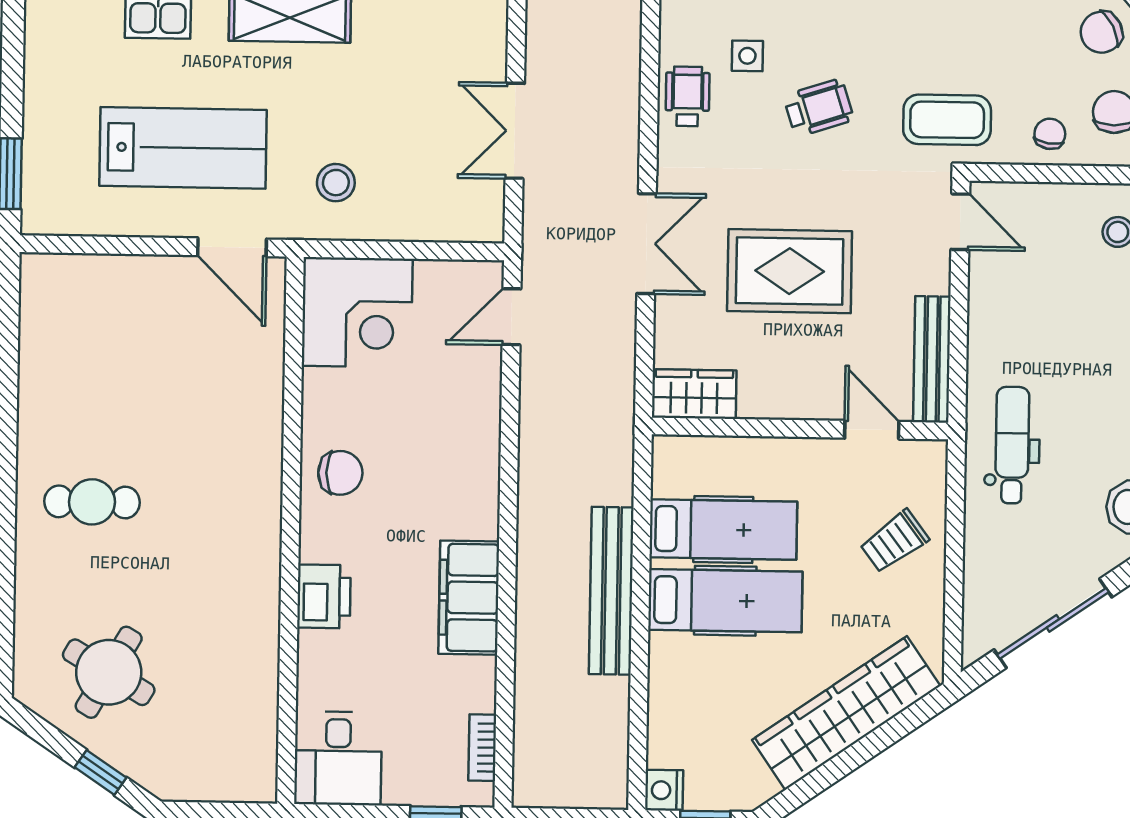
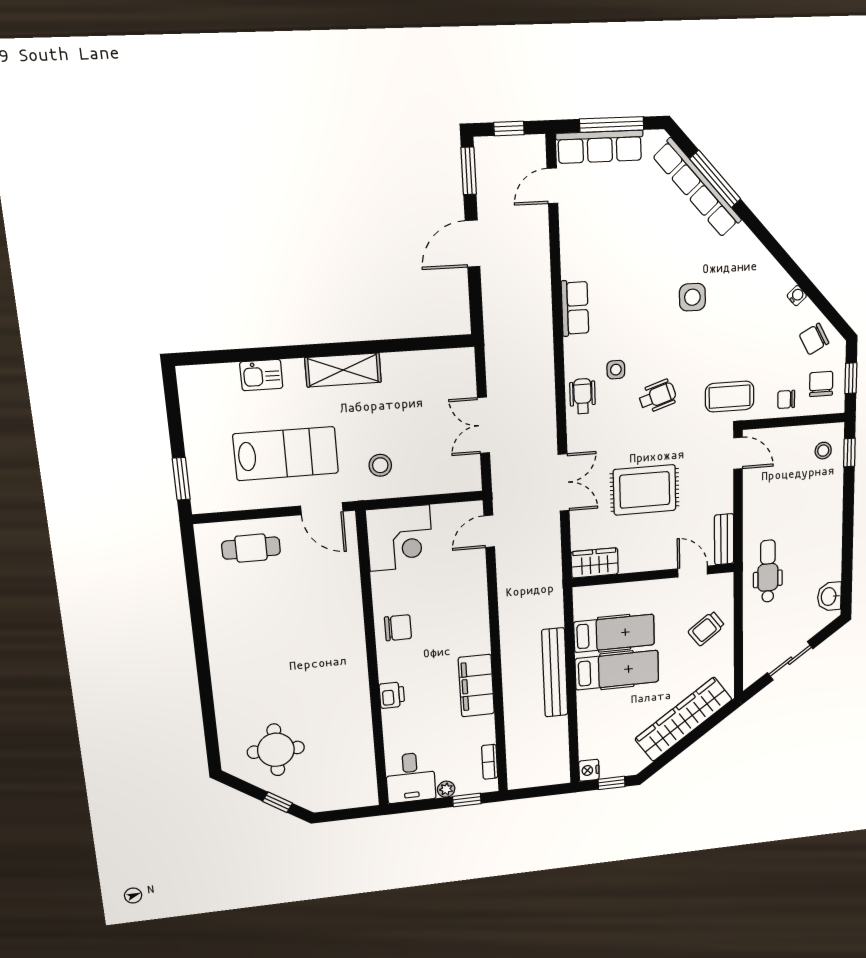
chair: (1050, 134) -> (786, 399), turned -99
bench: (932, 359) -> (724, 539), width x0.73
cafe table: (92, 502) -> (251, 548), moved
printer: (324, 596) -> (392, 695), width x0.73, depth x0.81
sliding door: (1053, 623) -> (790, 661), width x0.73
round table: (109, 672) -> (276, 750), turned -30
plant: (400, 790) -> (446, 789), added

